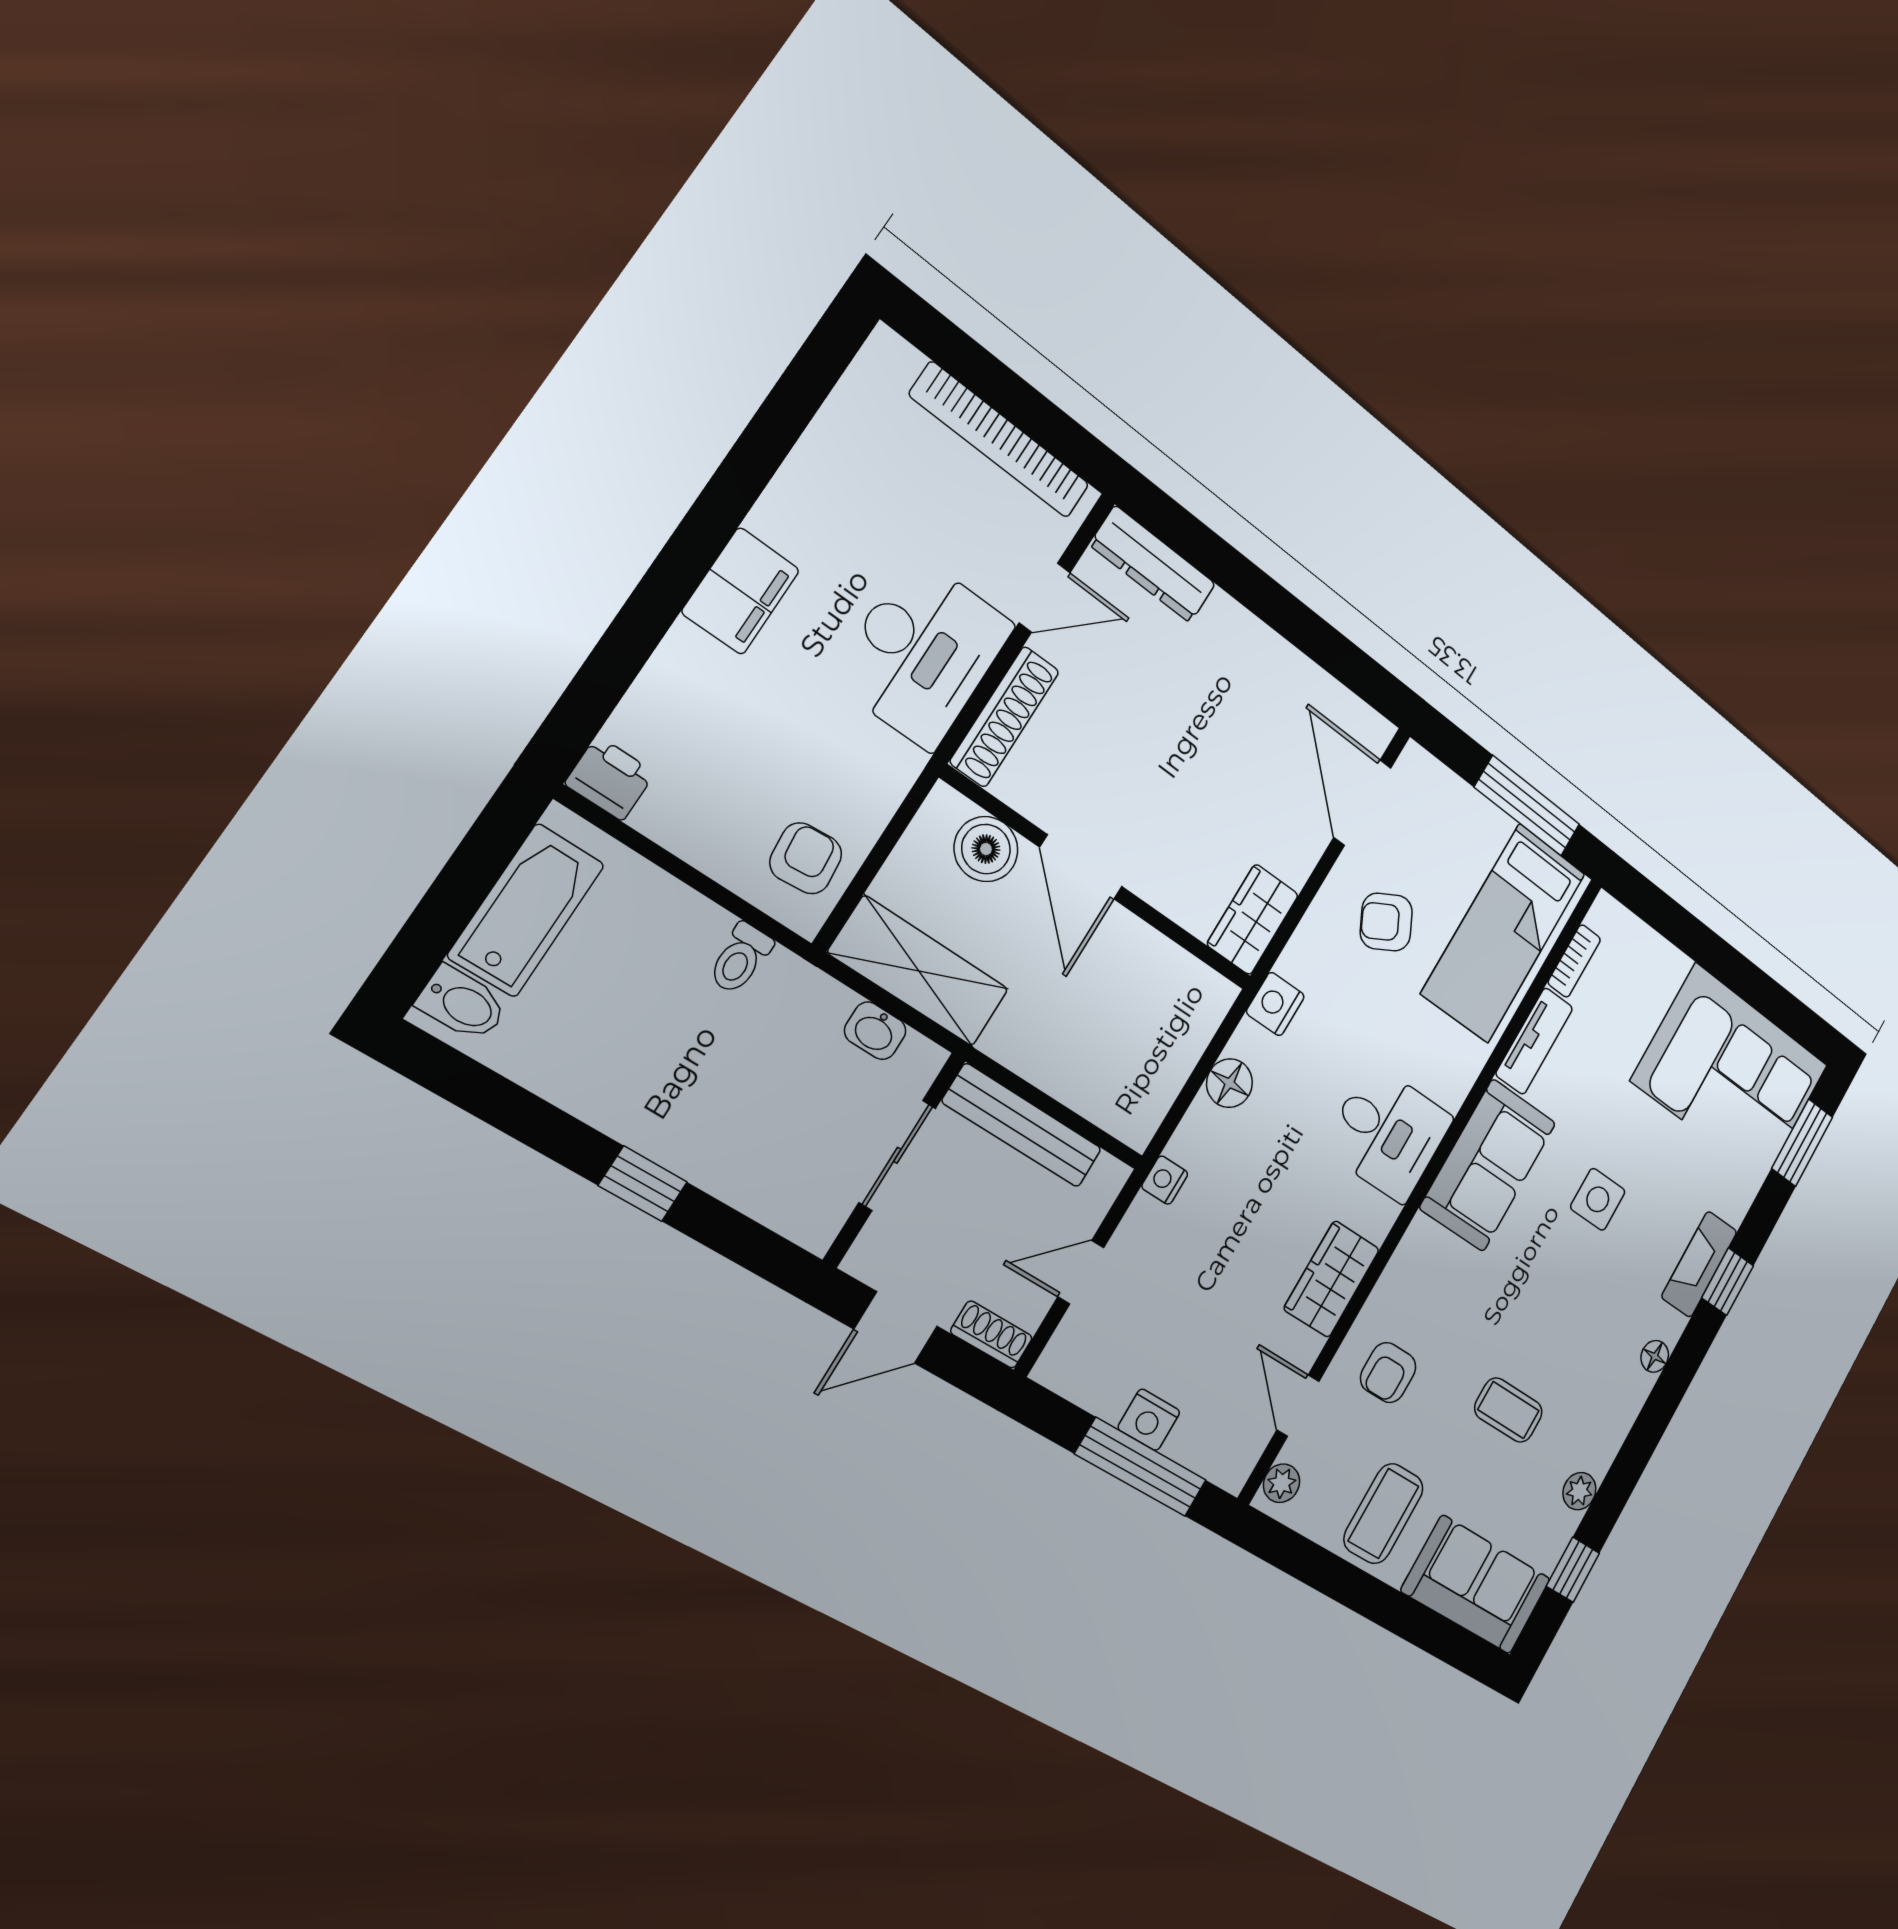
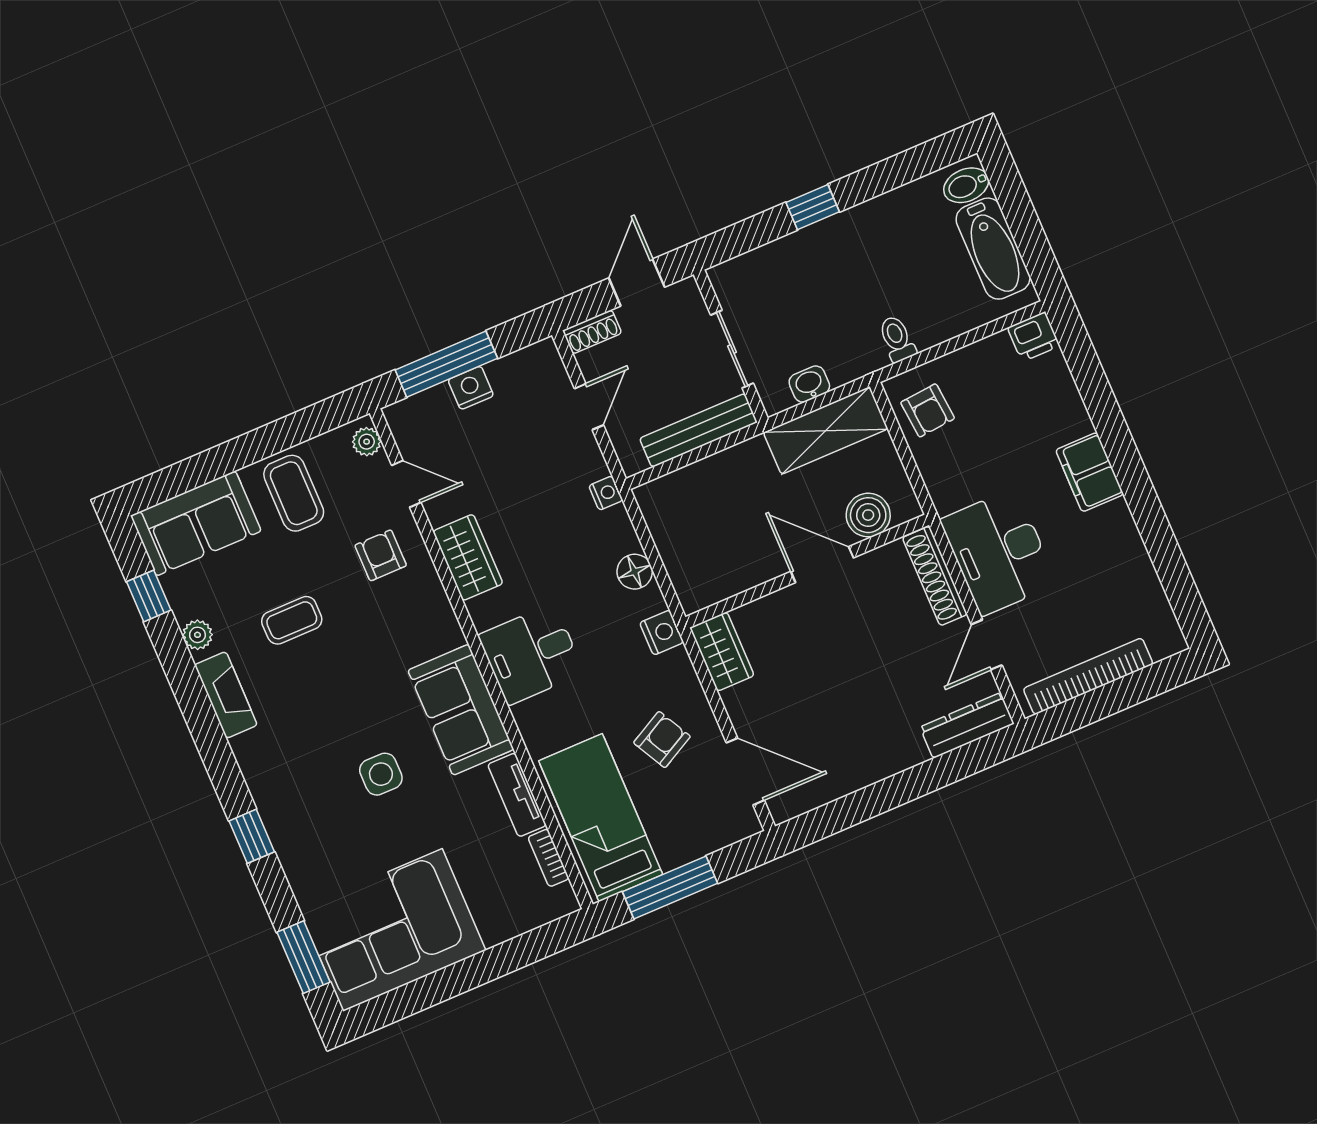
fireplace: (1699, 1264) -> (226, 695), moved
floor lamp: (1655, 1356) -> (244, 748), removed

